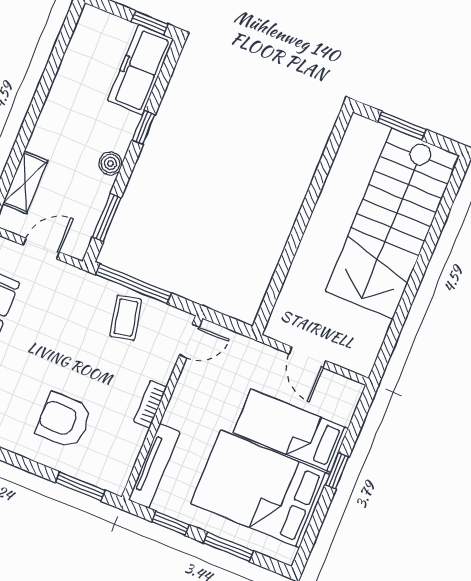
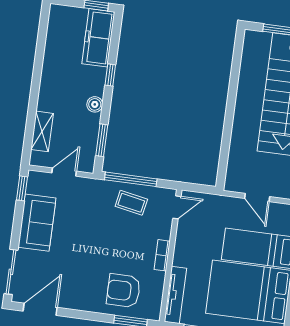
coffee table: (126, 318) -> (131, 203), turned -67
armchair: (64, 420) -> (124, 291), moved

